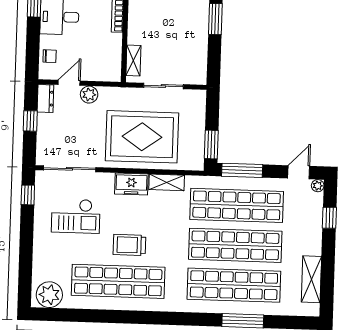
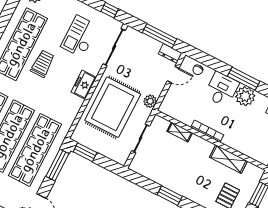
shelving: (133, 61) -> (180, 132), moved
door: (69, 83) -> (173, 75), hinge flipped
plant: (89, 95) -> (150, 101), moved
window: (30, 121) -> (160, 36), width x2.17
shelving: (167, 182) -> (73, 109), removed

